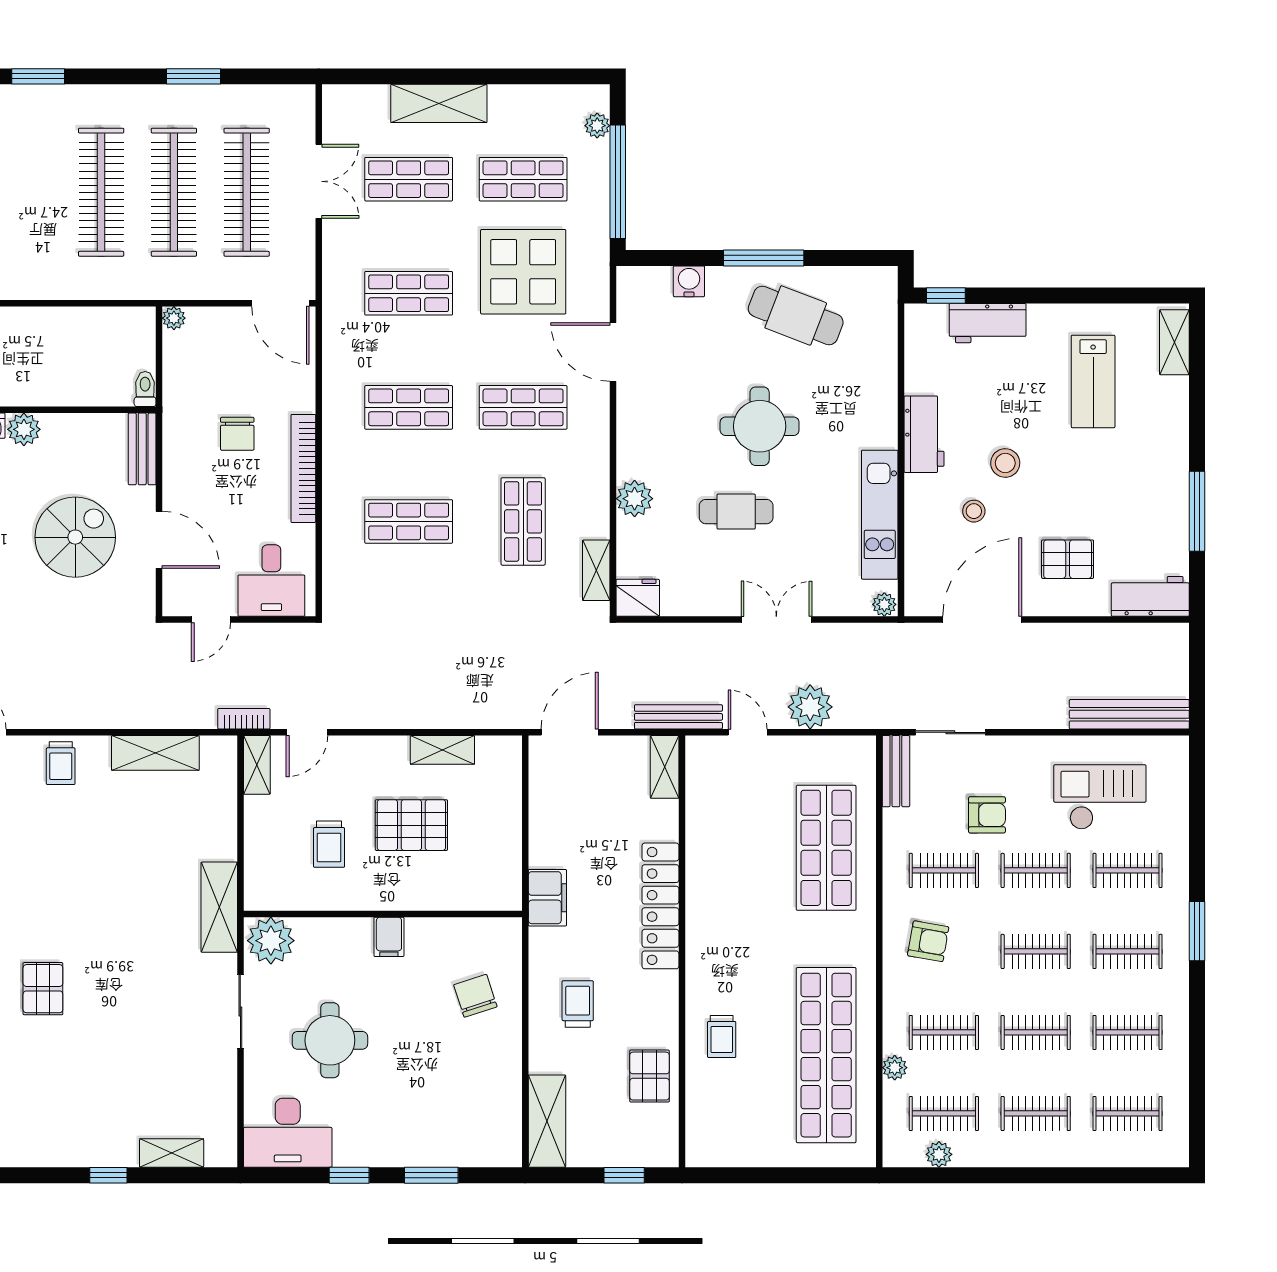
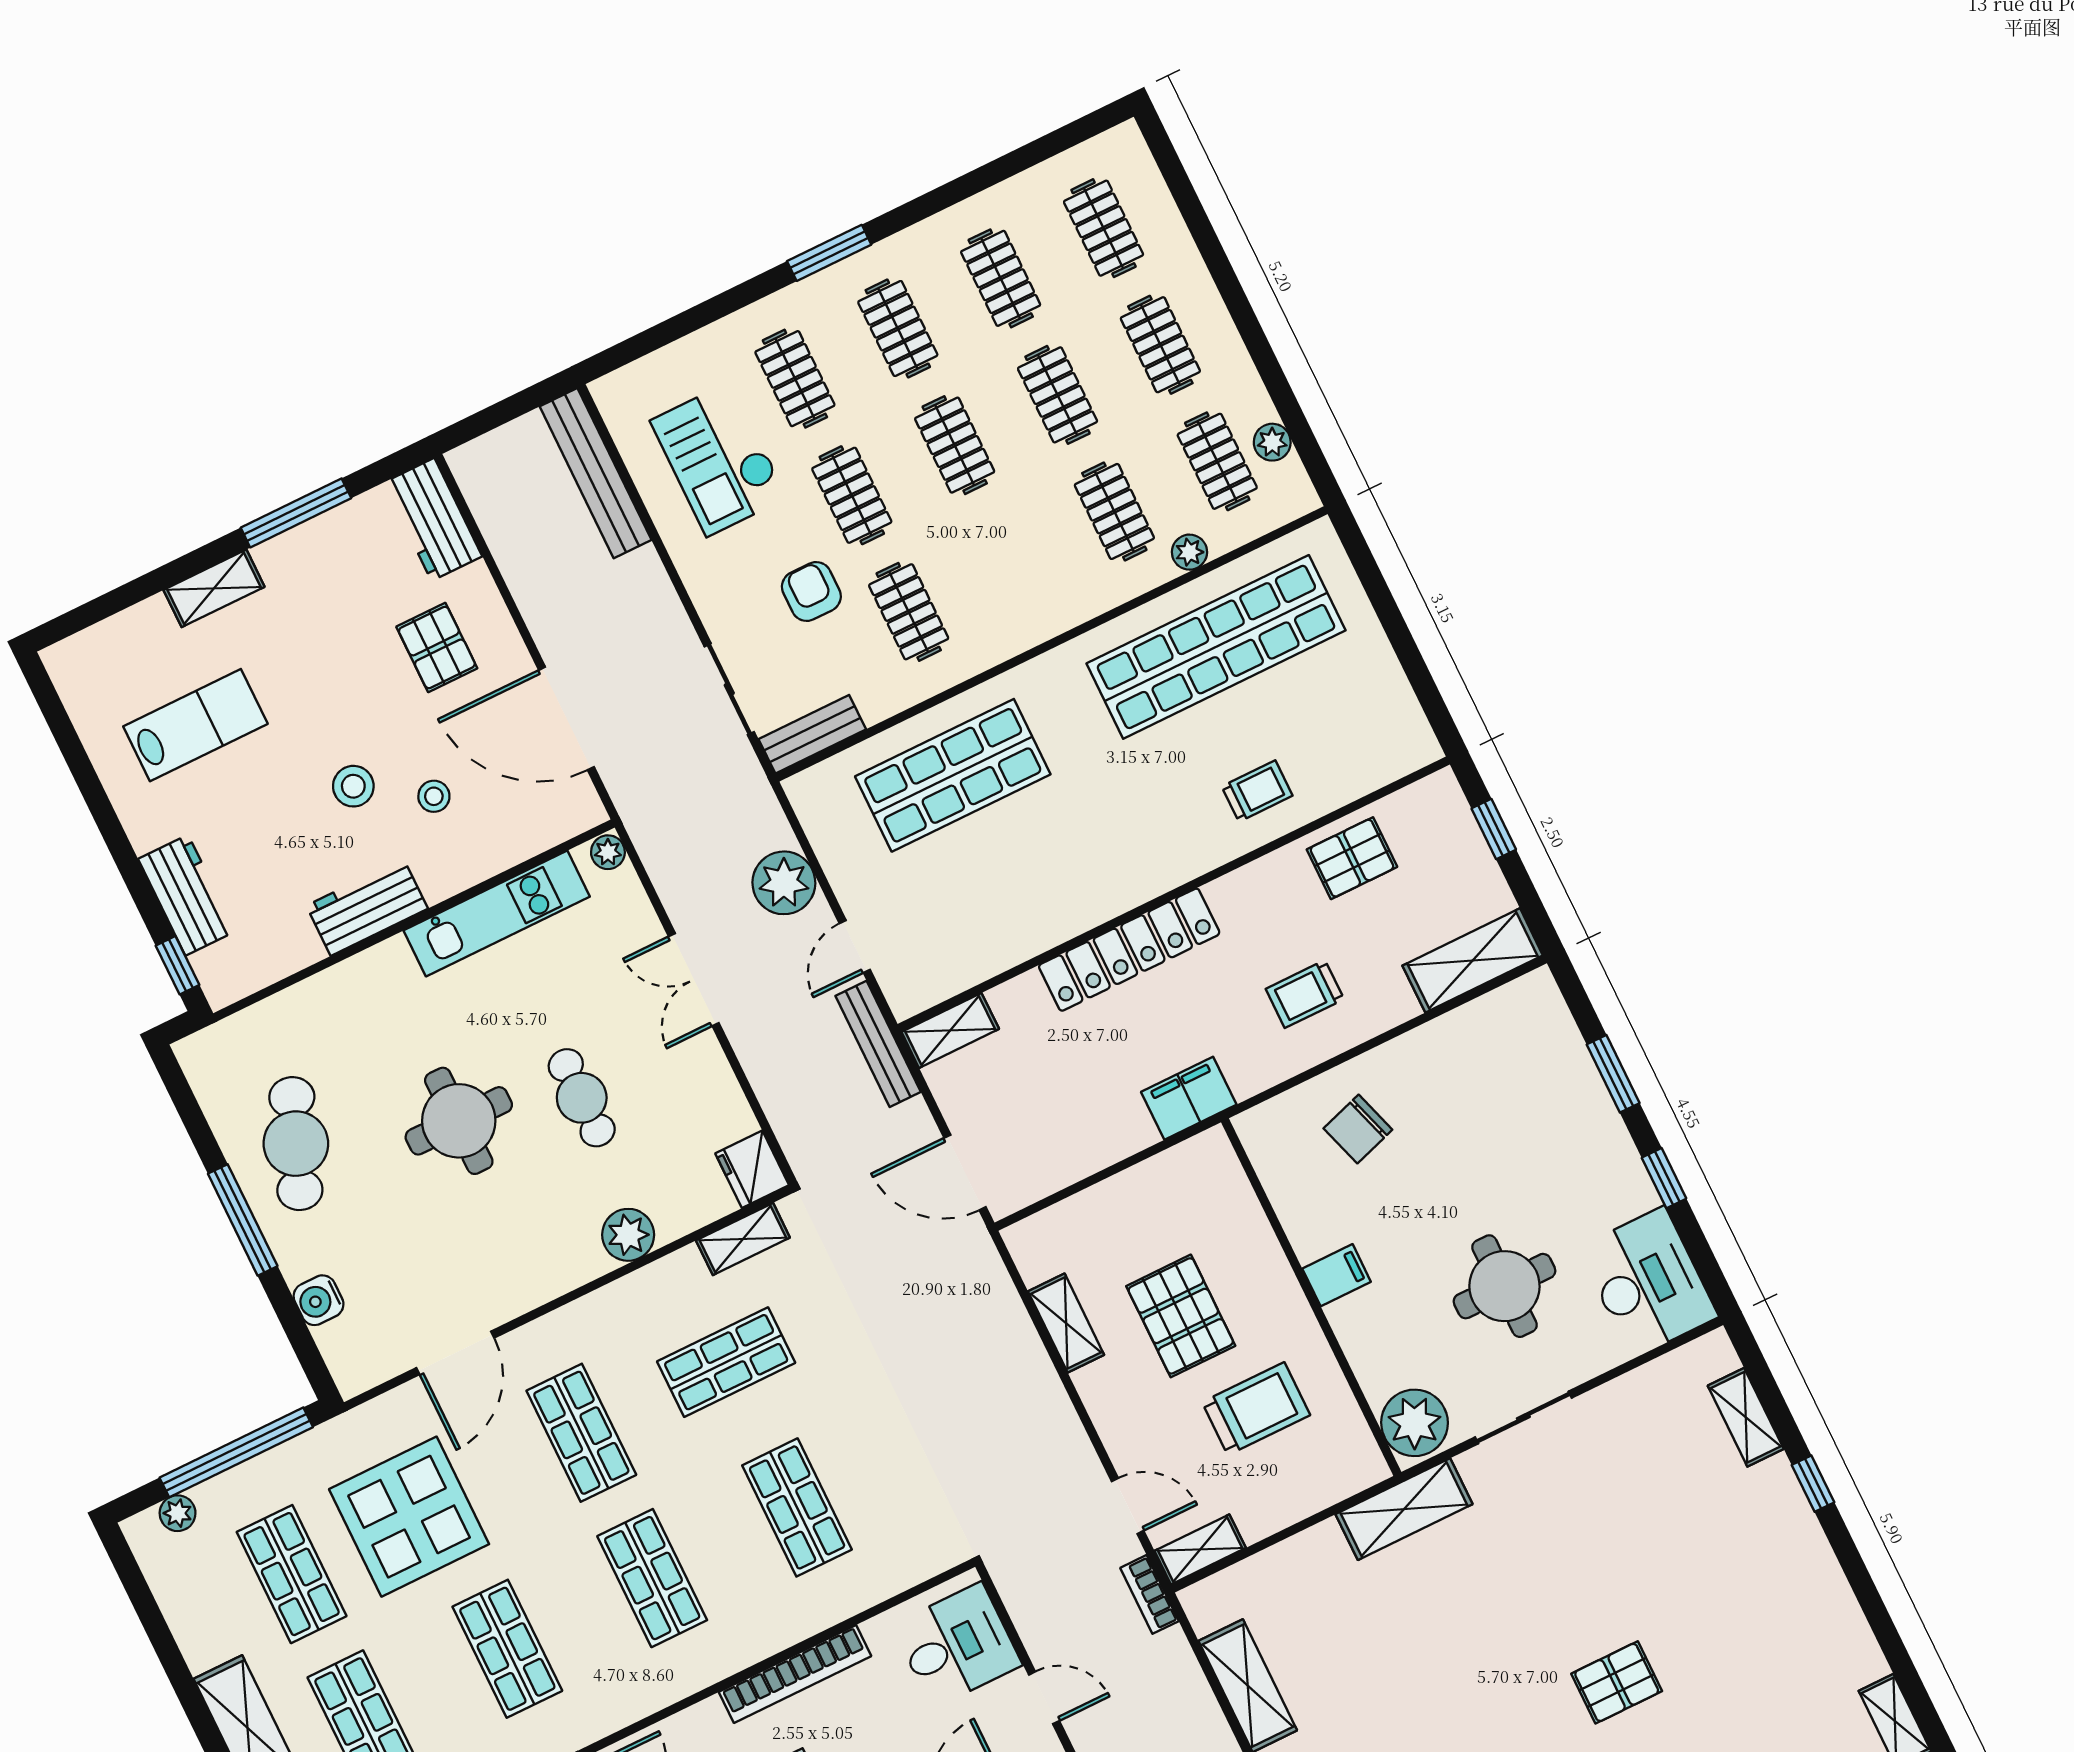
shelving: (1174, 342) -> (214, 588), moved
trolley: (329, 844) -> (1256, 1409), width x1.36, depth x1.39
armchair: (928, 941) -> (1008, 588), removed

